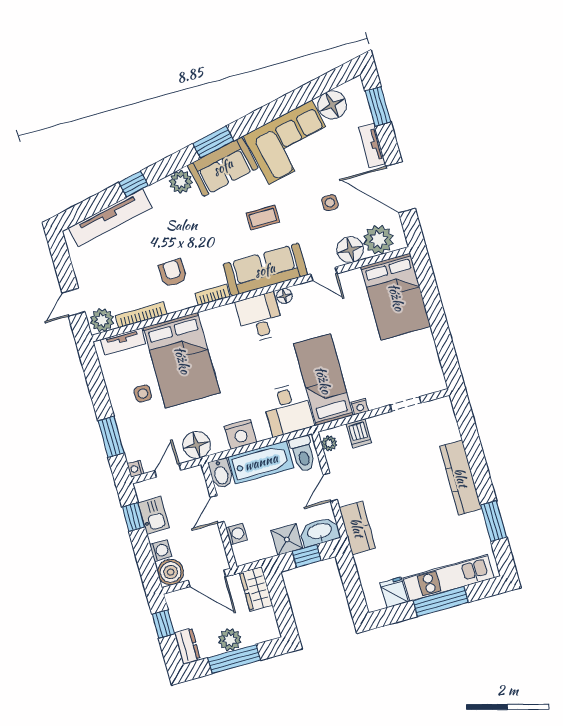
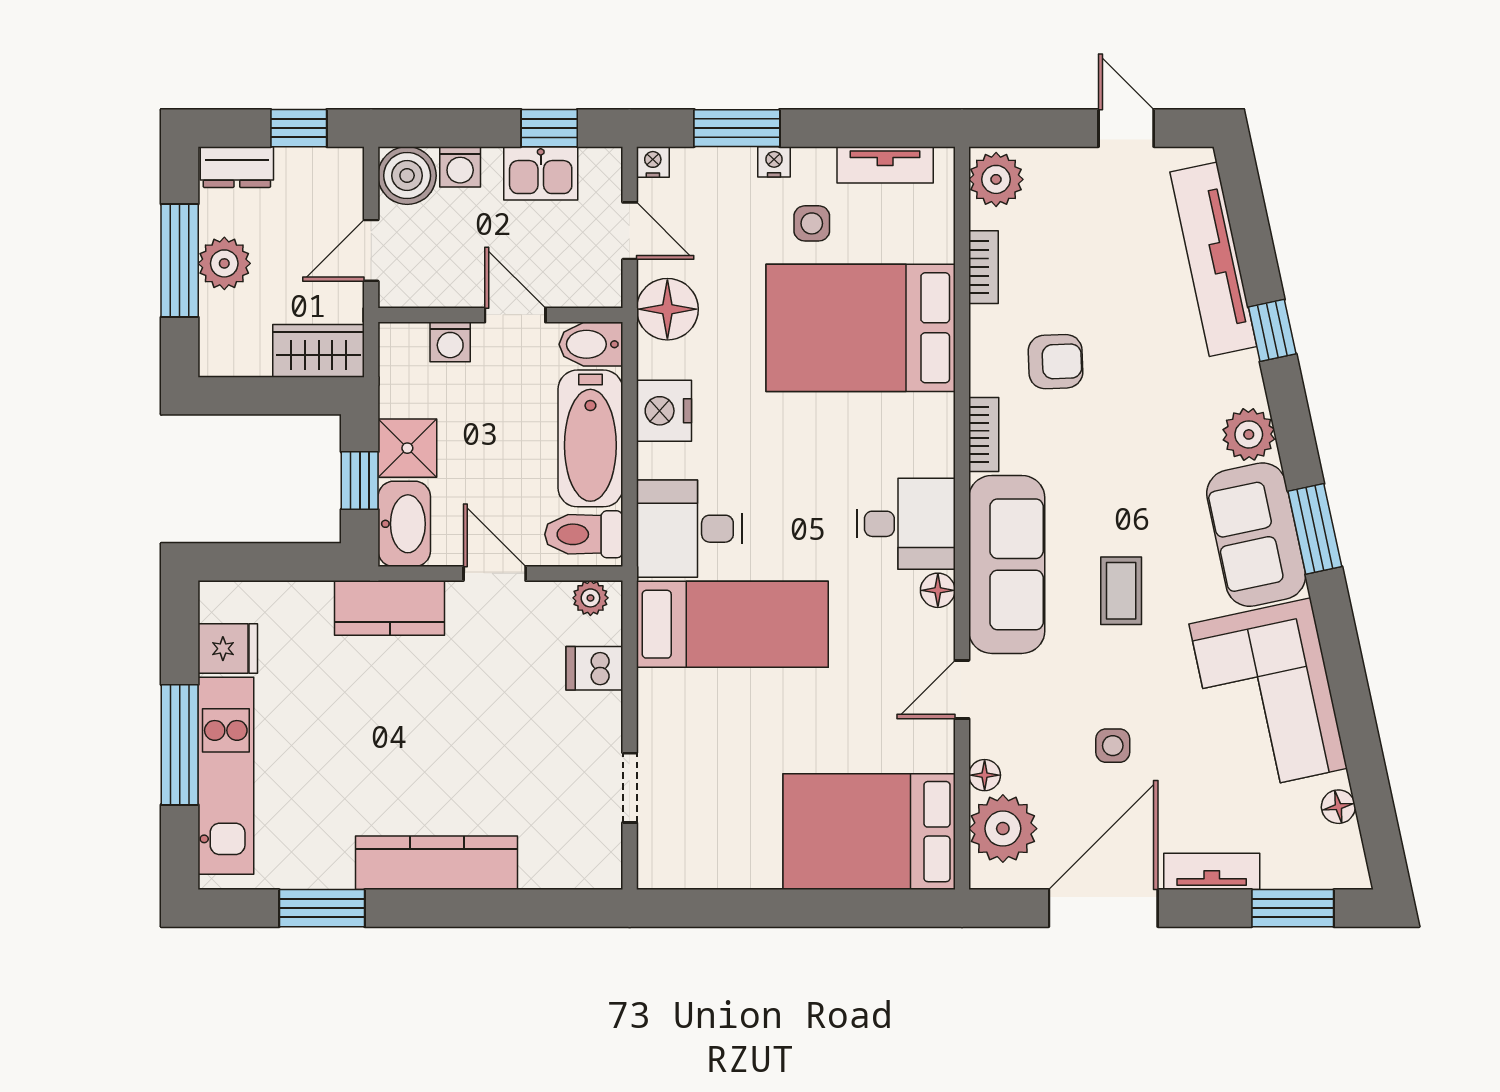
floor lamp: (332, 105) -> (1338, 807), width x0.53, depth x0.53
floor lamp: (350, 250) -> (985, 775), width x0.53, depth x0.53
door: (73, 302) -> (1126, 128), moved
bookcase: (141, 315) -> (983, 267), width x0.64
tv unit: (123, 341) -> (885, 165), moved, turned -90
nightstand: (360, 407) -> (774, 162), moved, turned 90
door: (207, 578) -> (371, 250), width x0.73

